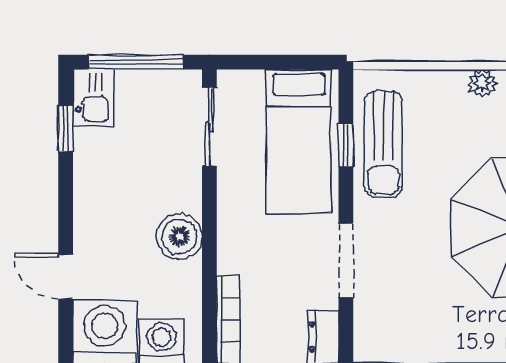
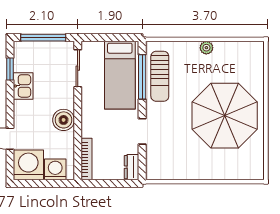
kitchen sink: (93, 98) -> (23, 86), moved
window: (346, 145) -> (142, 77), width x2.17
doorway: (346, 261) -> (142, 131), width x0.73

